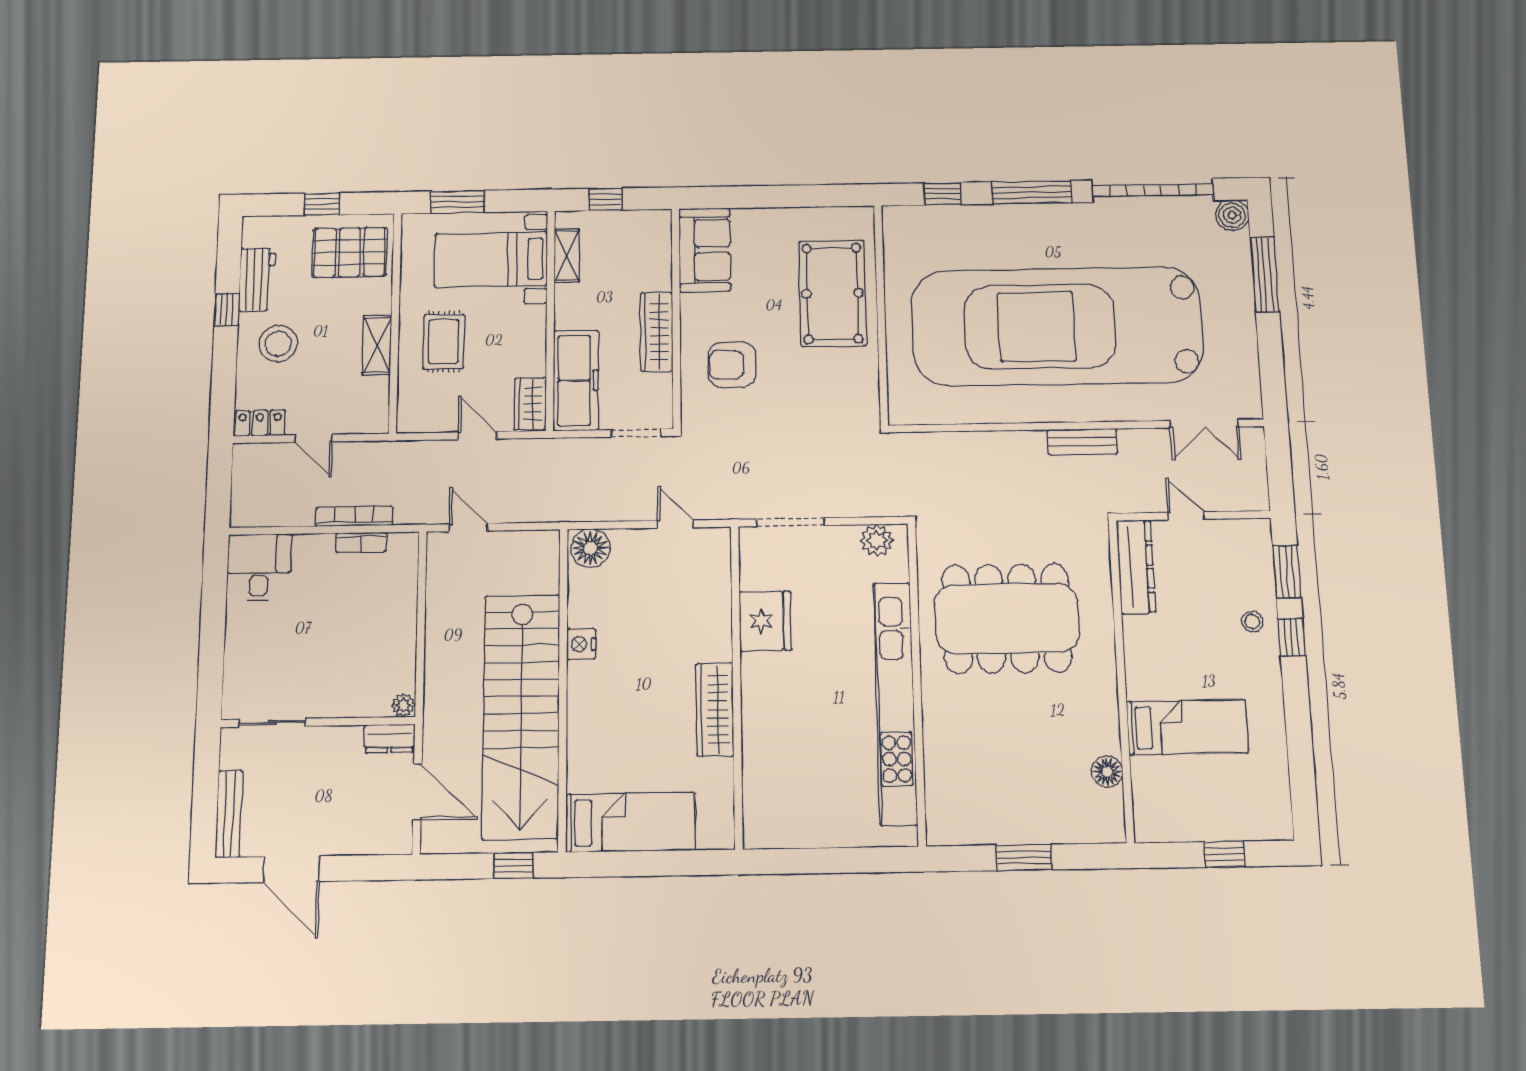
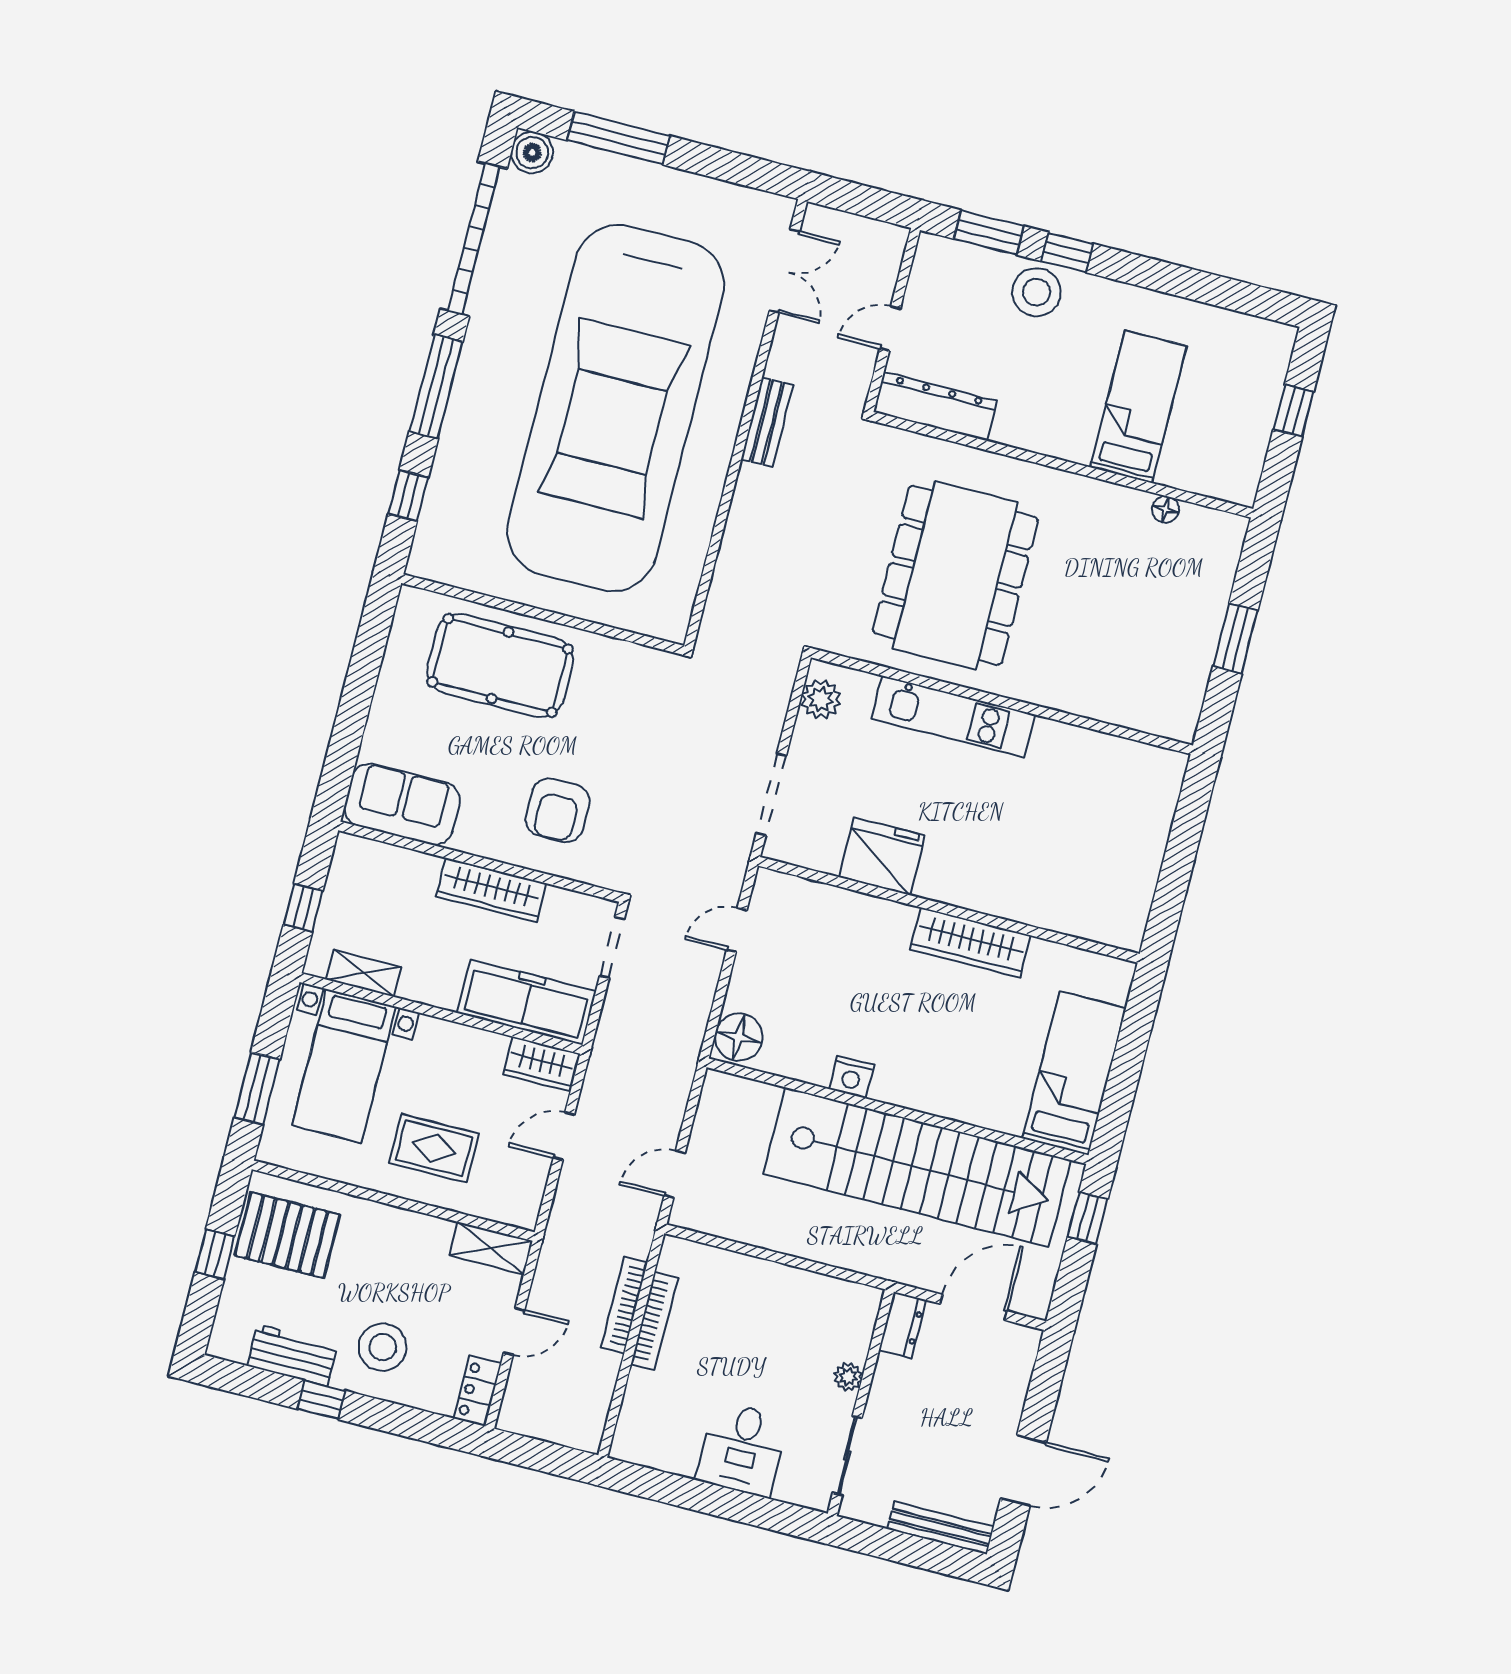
pallet: (350, 252) -> (288, 1235), turned 90
shelving: (377, 345) -> (491, 1248), moved
bookcase: (361, 542) -> (654, 1321), width x1.56
desk: (259, 568) -> (742, 1449), moved, turned -90
stool: (1252, 622) -> (1036, 292), width x1.89, depth x1.89
kitchen unit: (895, 703) -> (953, 717), width x0.54
plant: (404, 705) -> (848, 1377), moved
floor lamp: (1107, 772) -> (1165, 509), width x0.73, depth x0.73

